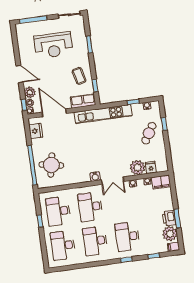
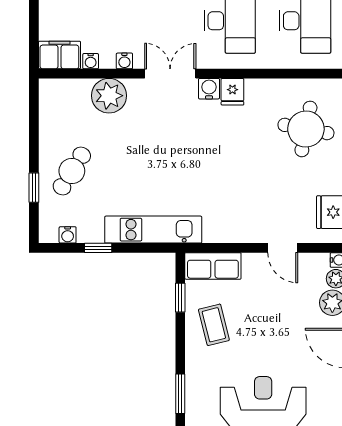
door: (54, 113) -> (283, 248), width x0.53
kitchen unit: (103, 114) -> (153, 230), width x0.73
fridge: (151, 167) -> (232, 92), moved

